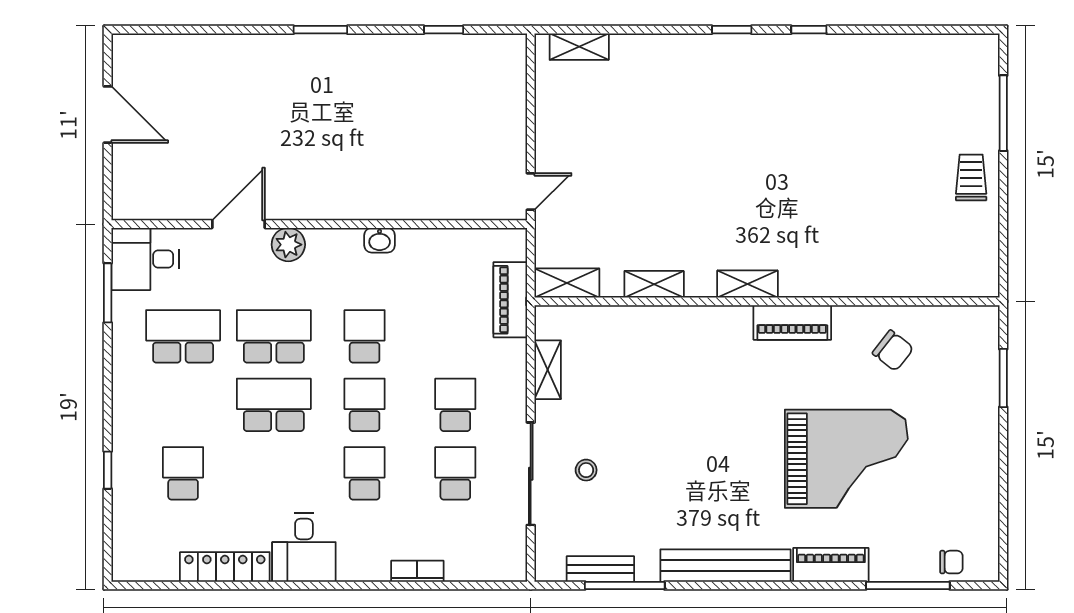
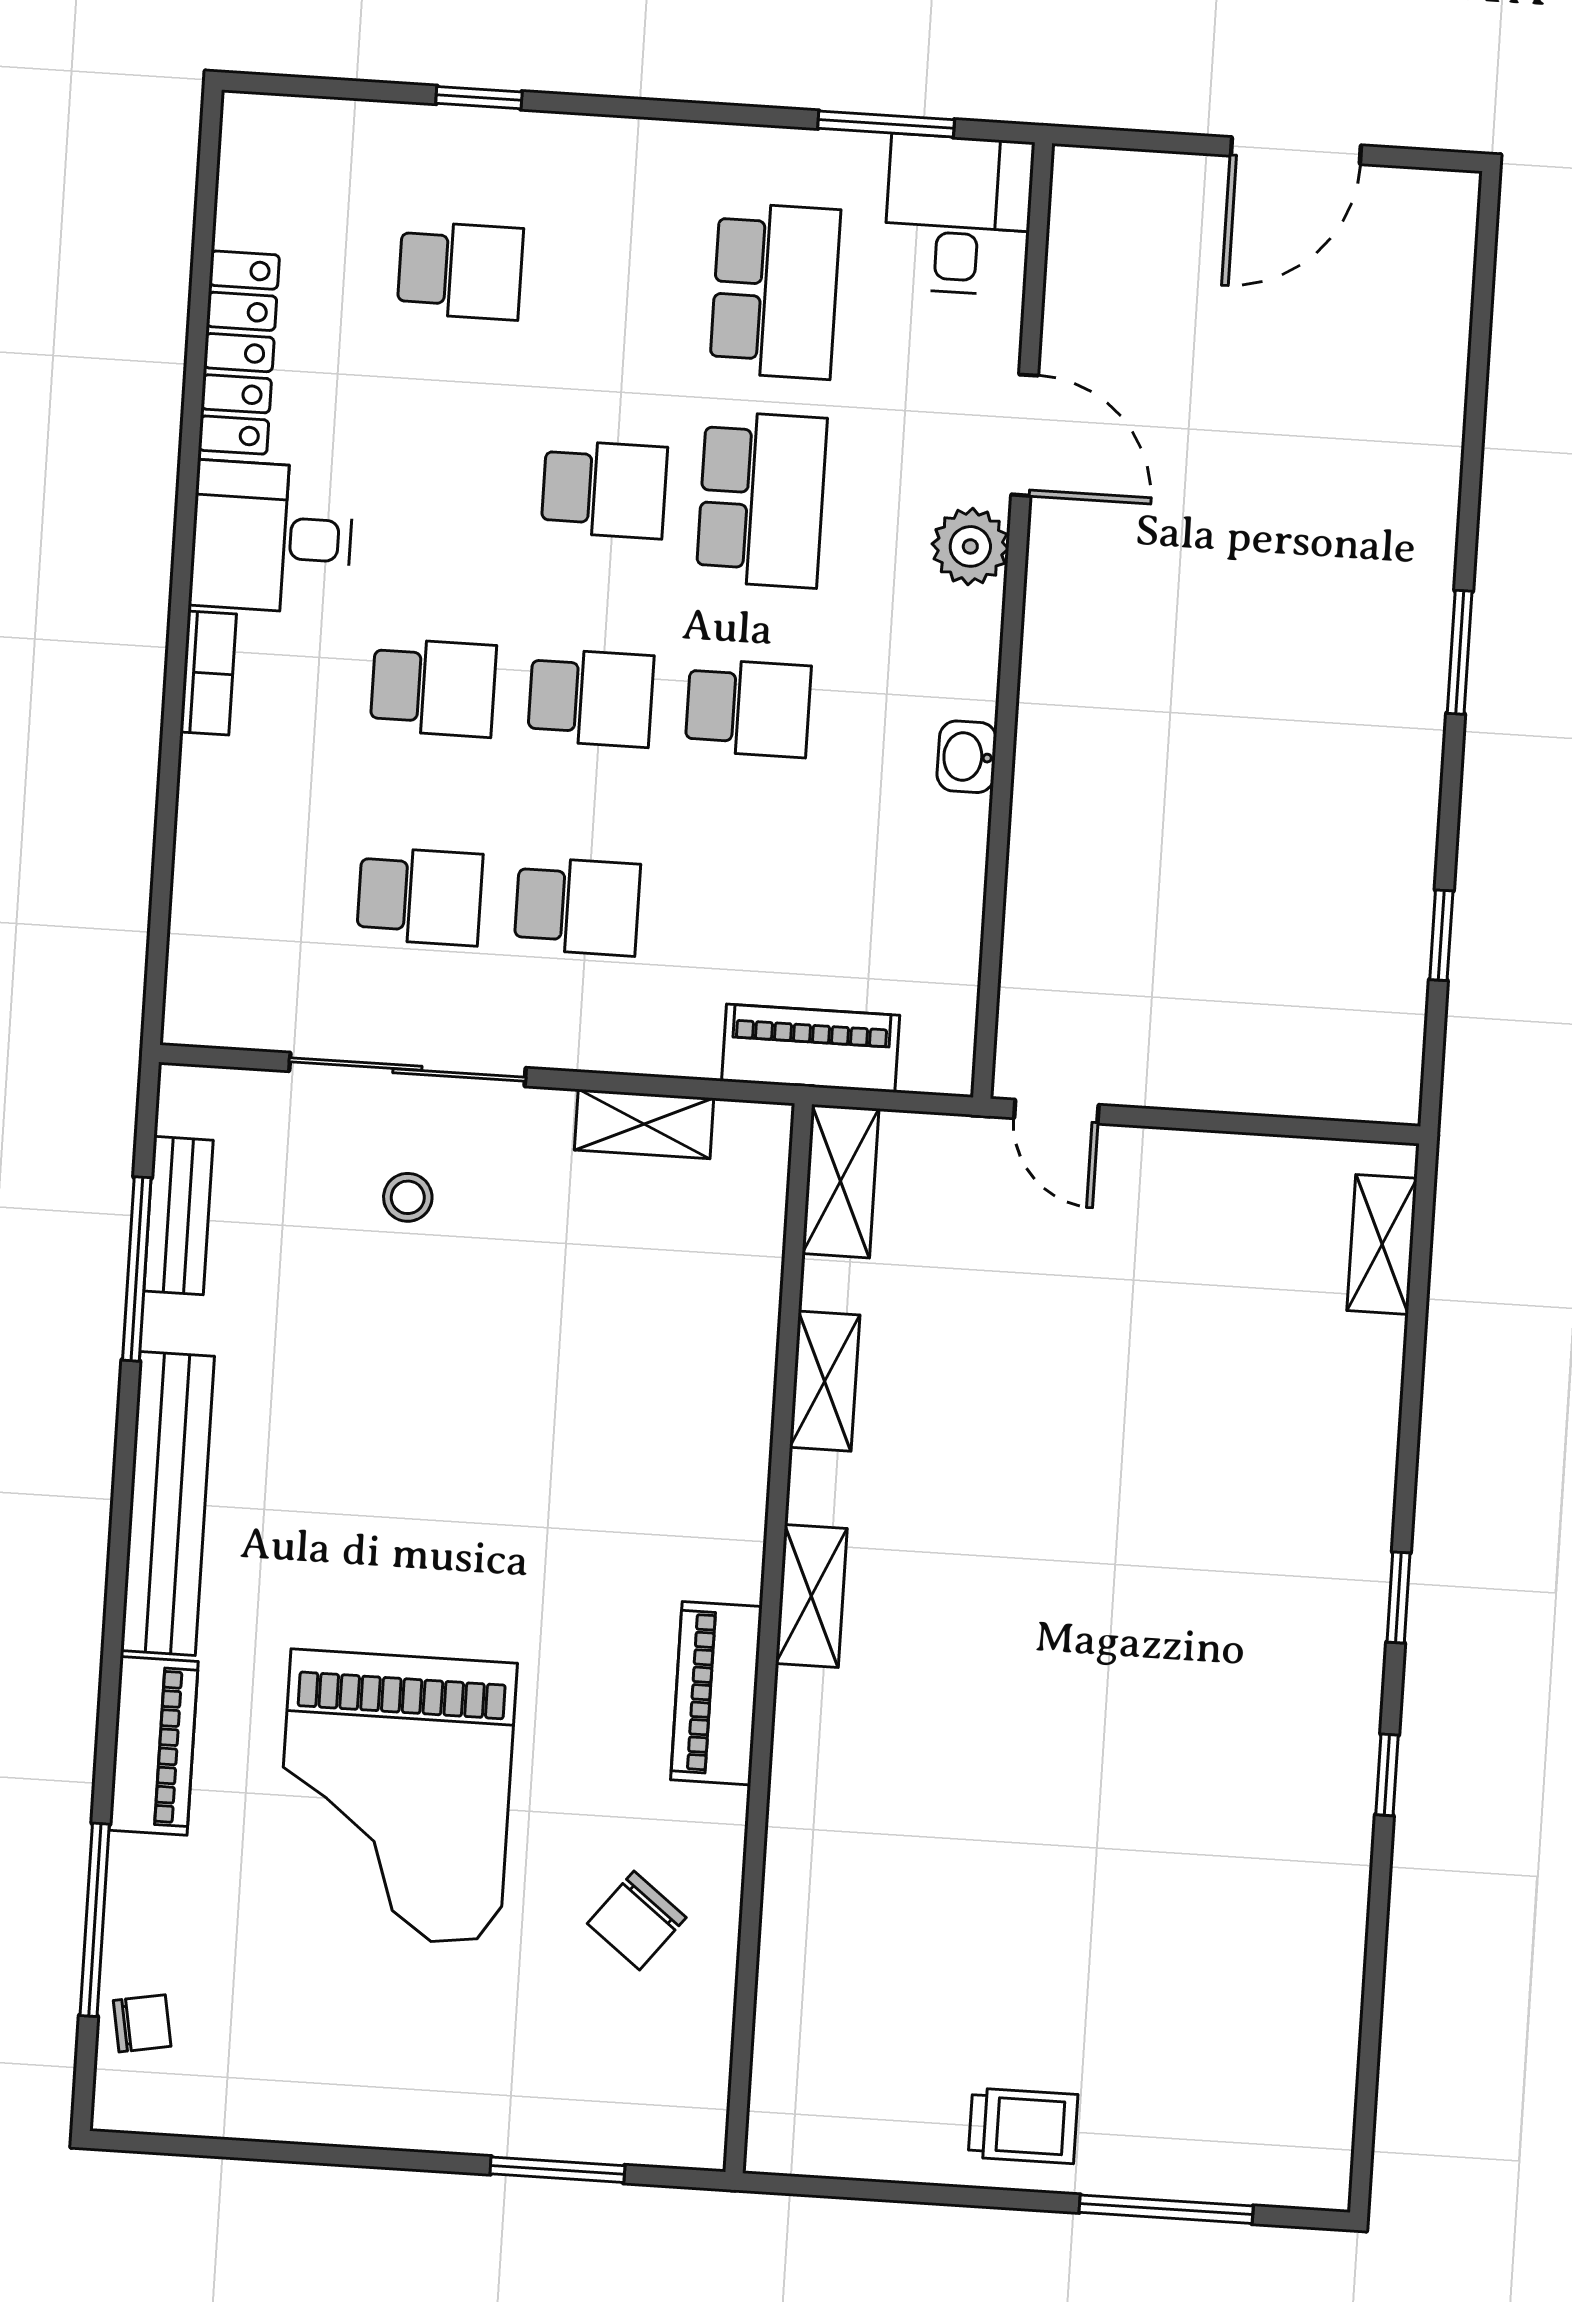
school desk: (274, 405) -> (604, 489), width x0.54
chair: (951, 562) -> (142, 2023), turned -100
bookcase: (417, 571) -> (208, 673), moved

